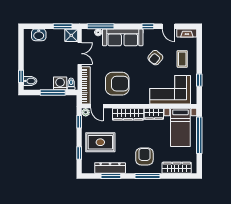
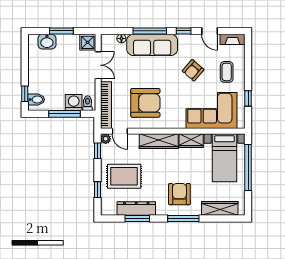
window: (63, 26) -> (61, 31), moved
window: (101, 26) -> (150, 31), moved

